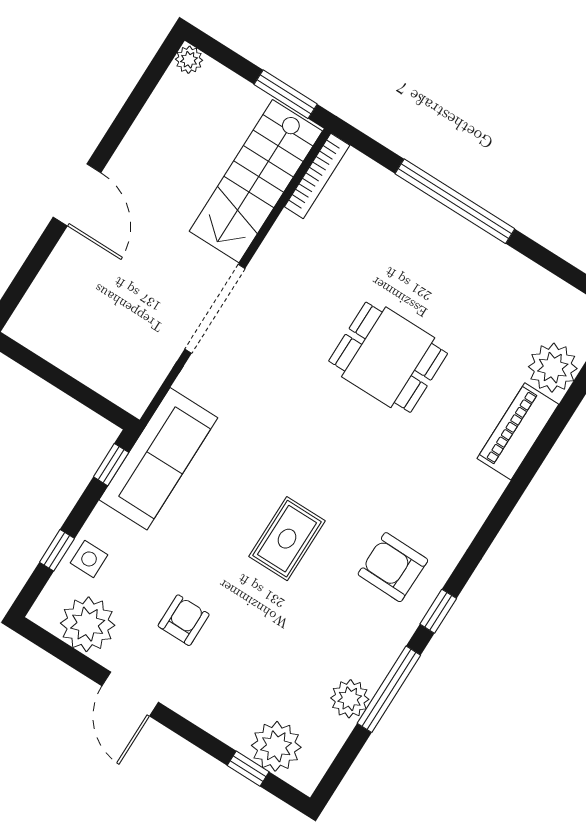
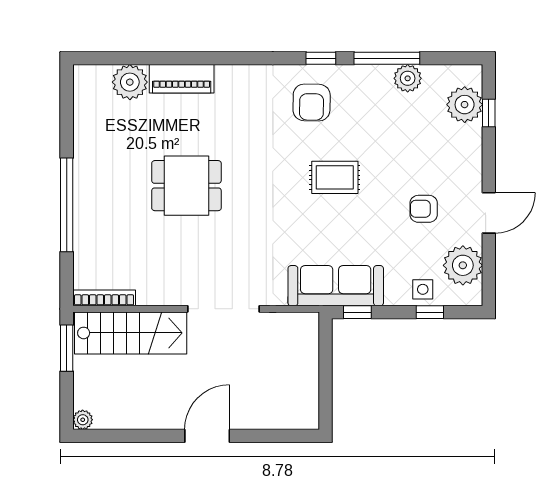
dining table: (388, 357) -> (186, 186), turned 90

